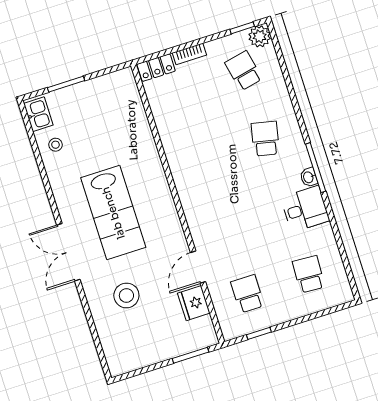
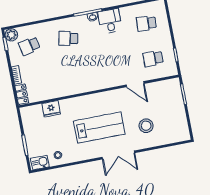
fridge: (194, 303) -> (51, 109), moved

